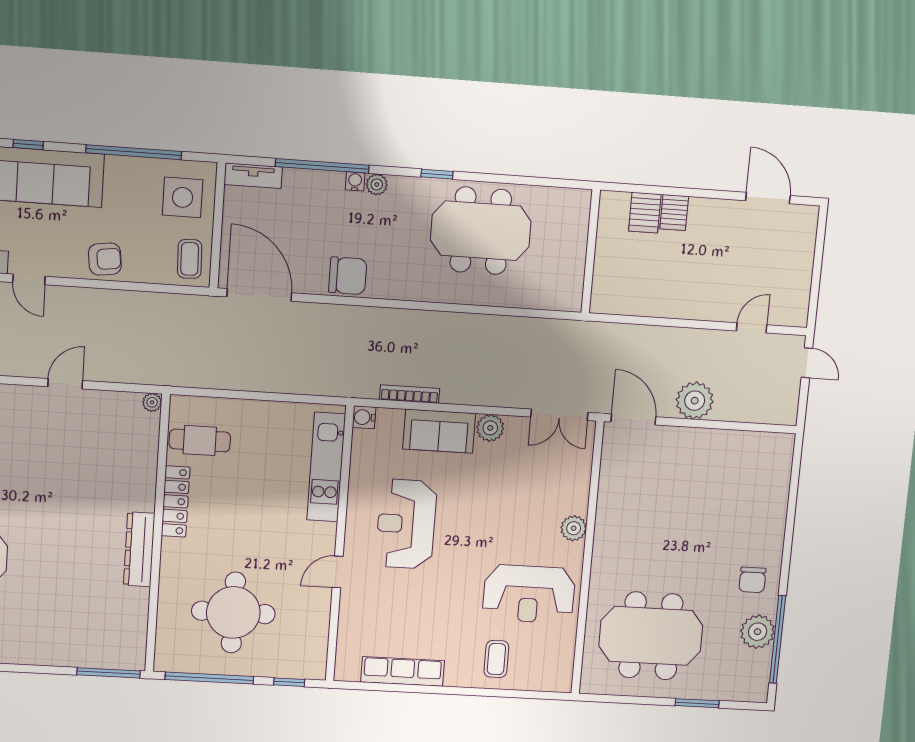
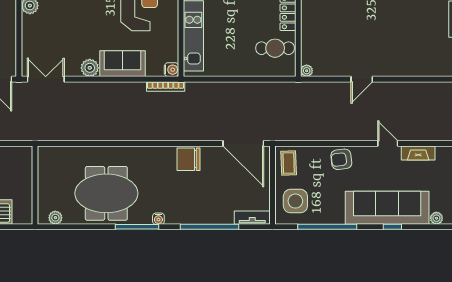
window: (437, 174) -> (137, 227), width x2.17
water cooler: (355, 181) -> (158, 219), moved
plant: (377, 184) -> (55, 218), moved
bookcase: (410, 394) -> (166, 86), moved

